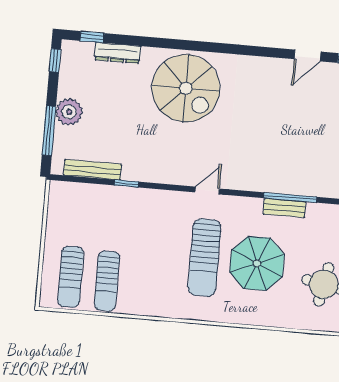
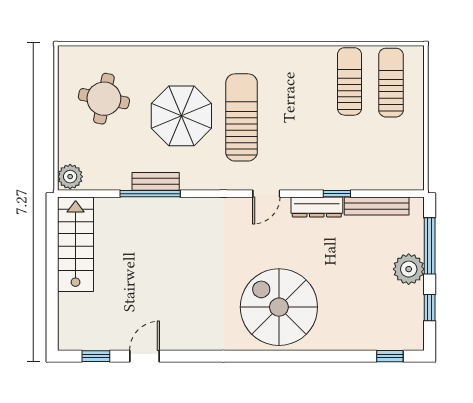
dresser: (118, 53) -> (317, 207), moved, turned 180
window: (55, 60) -> (430, 308), moved
door: (207, 190) -> (266, 194), moved

